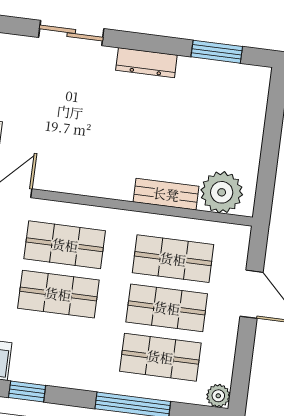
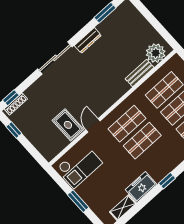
sliding door: (71, 33) -> (55, 58), width x1.37

